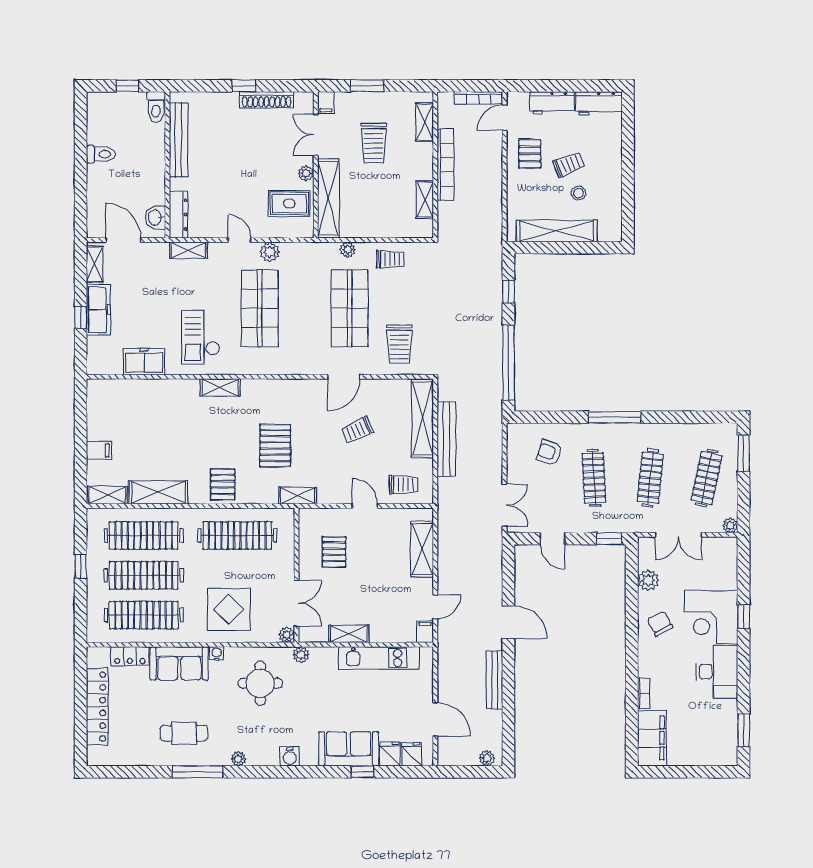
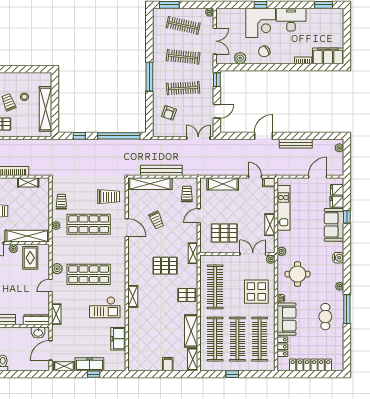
pallet: (334, 552) -> (224, 233), width x1.50, depth x1.42

